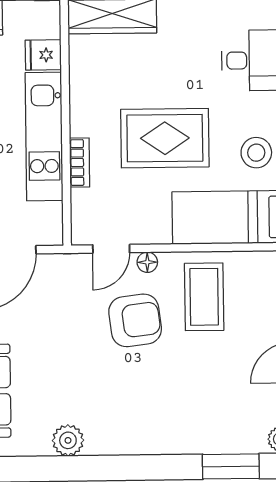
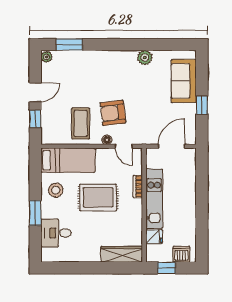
door: (111, 249) -> (124, 146), swing flipped

